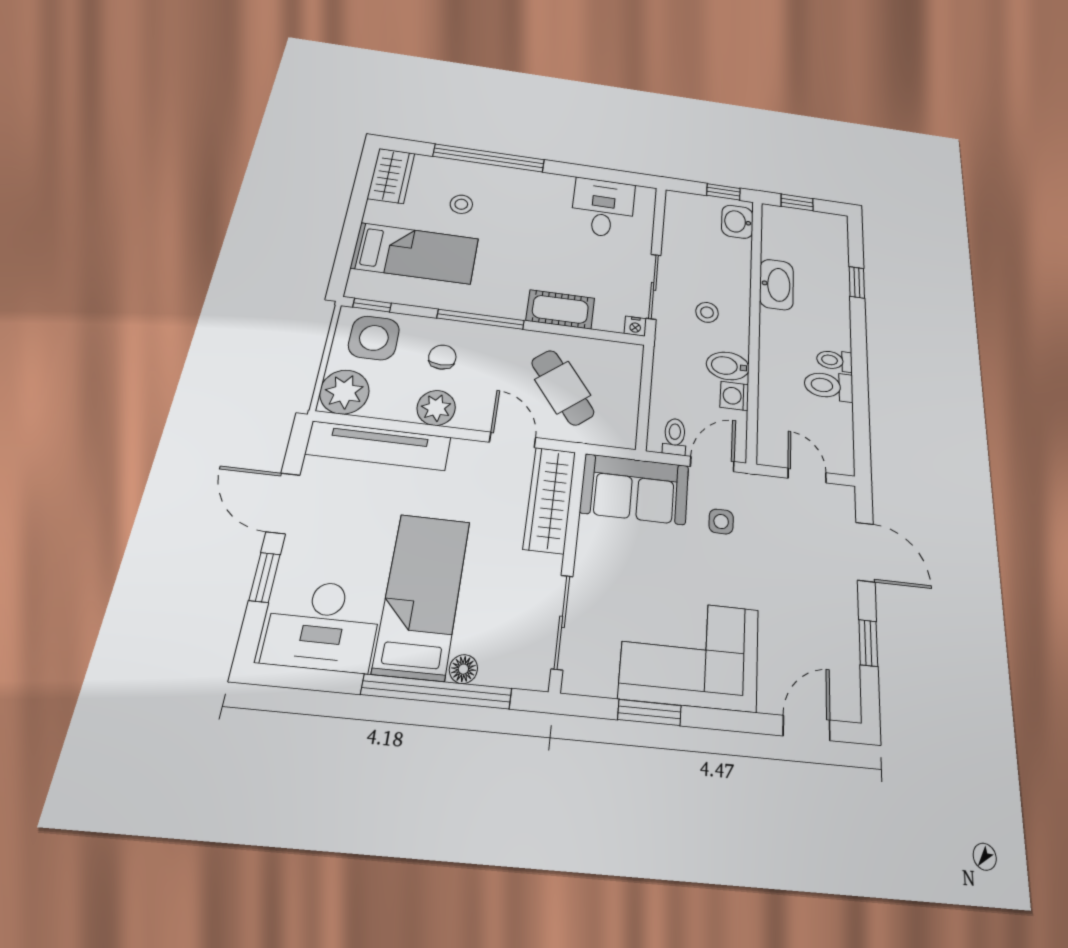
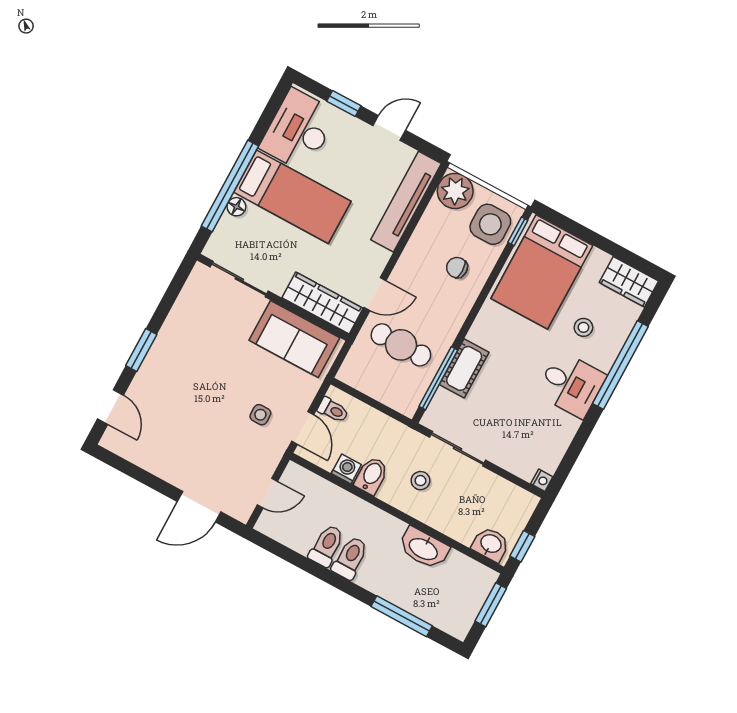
window: (797, 202) -> (491, 605), width x1.50
desk: (603, 208) -> (571, 384), moved
bed: (415, 253) -> (542, 272), width x1.50
window: (857, 282) -> (402, 616), width x2.17
window: (481, 319) -> (438, 378), moved
nightstand: (635, 326) -> (542, 480), moved, turned 180
chair: (442, 357) -> (457, 268), turned 180
toilet: (834, 360) -> (350, 558), width x1.37, depth x1.39
cafe table: (563, 387) -> (401, 345), turned 38
plant: (436, 408) -> (419, 250), removed
sofa: (635, 489) -> (294, 339), moved, turned -90
door: (283, 503) -> (389, 128), width x0.73
window: (868, 643) -> (142, 476), removed
corner sofa: (690, 653) -> (186, 353), removed
window: (649, 712) -> (141, 350), moved

